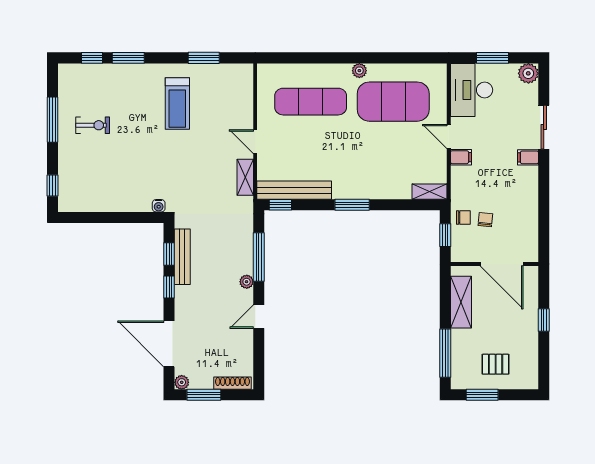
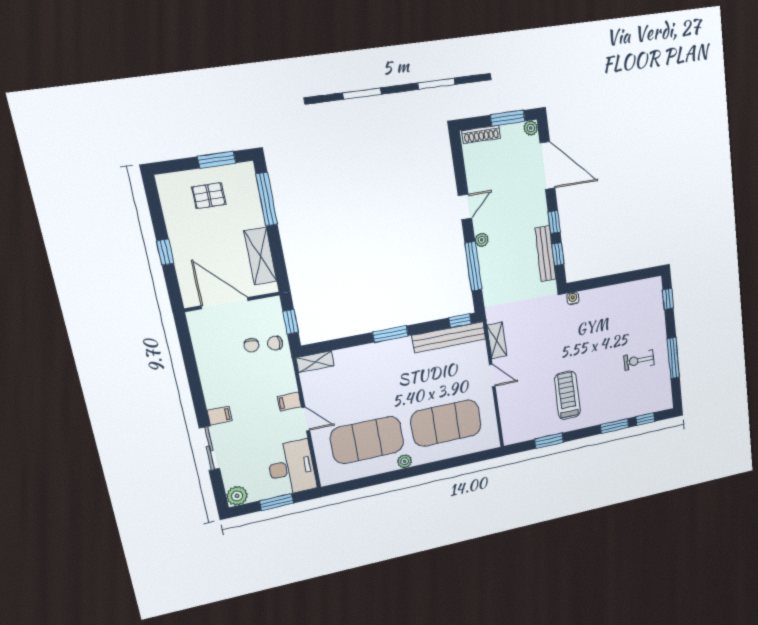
exercise mat: (311, 102) -> (446, 423), width x1.47

